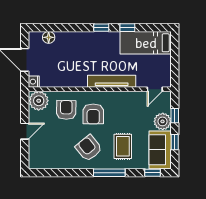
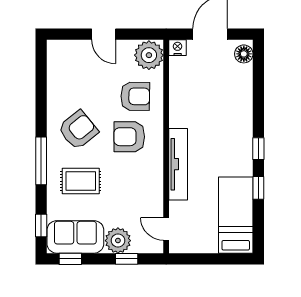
floor lamp: (49, 37) -> (244, 54), moved
window: (175, 142) -> (70, 259), moved

